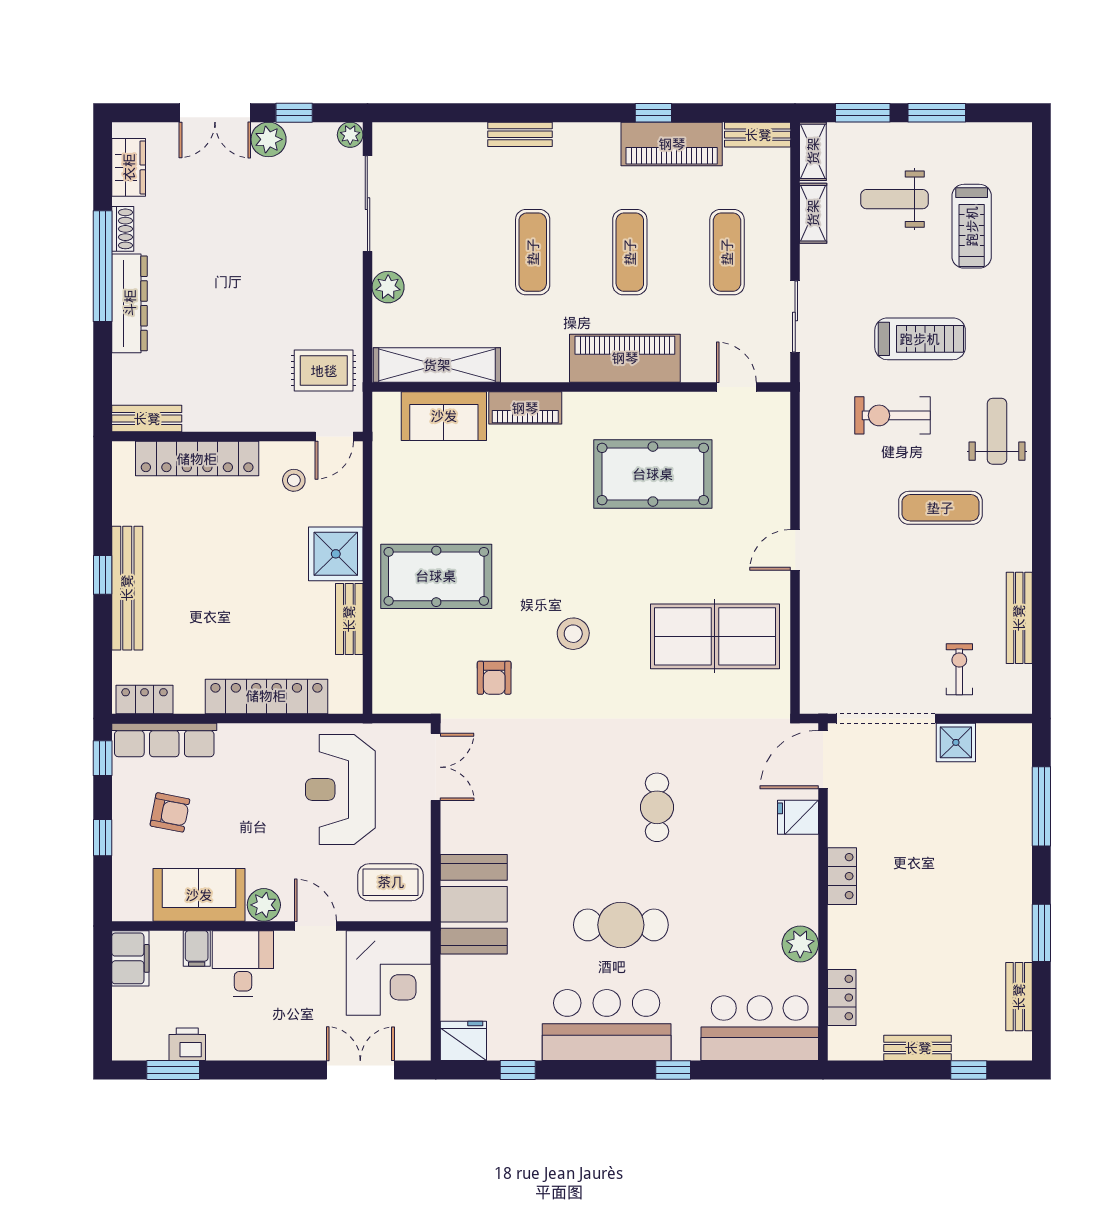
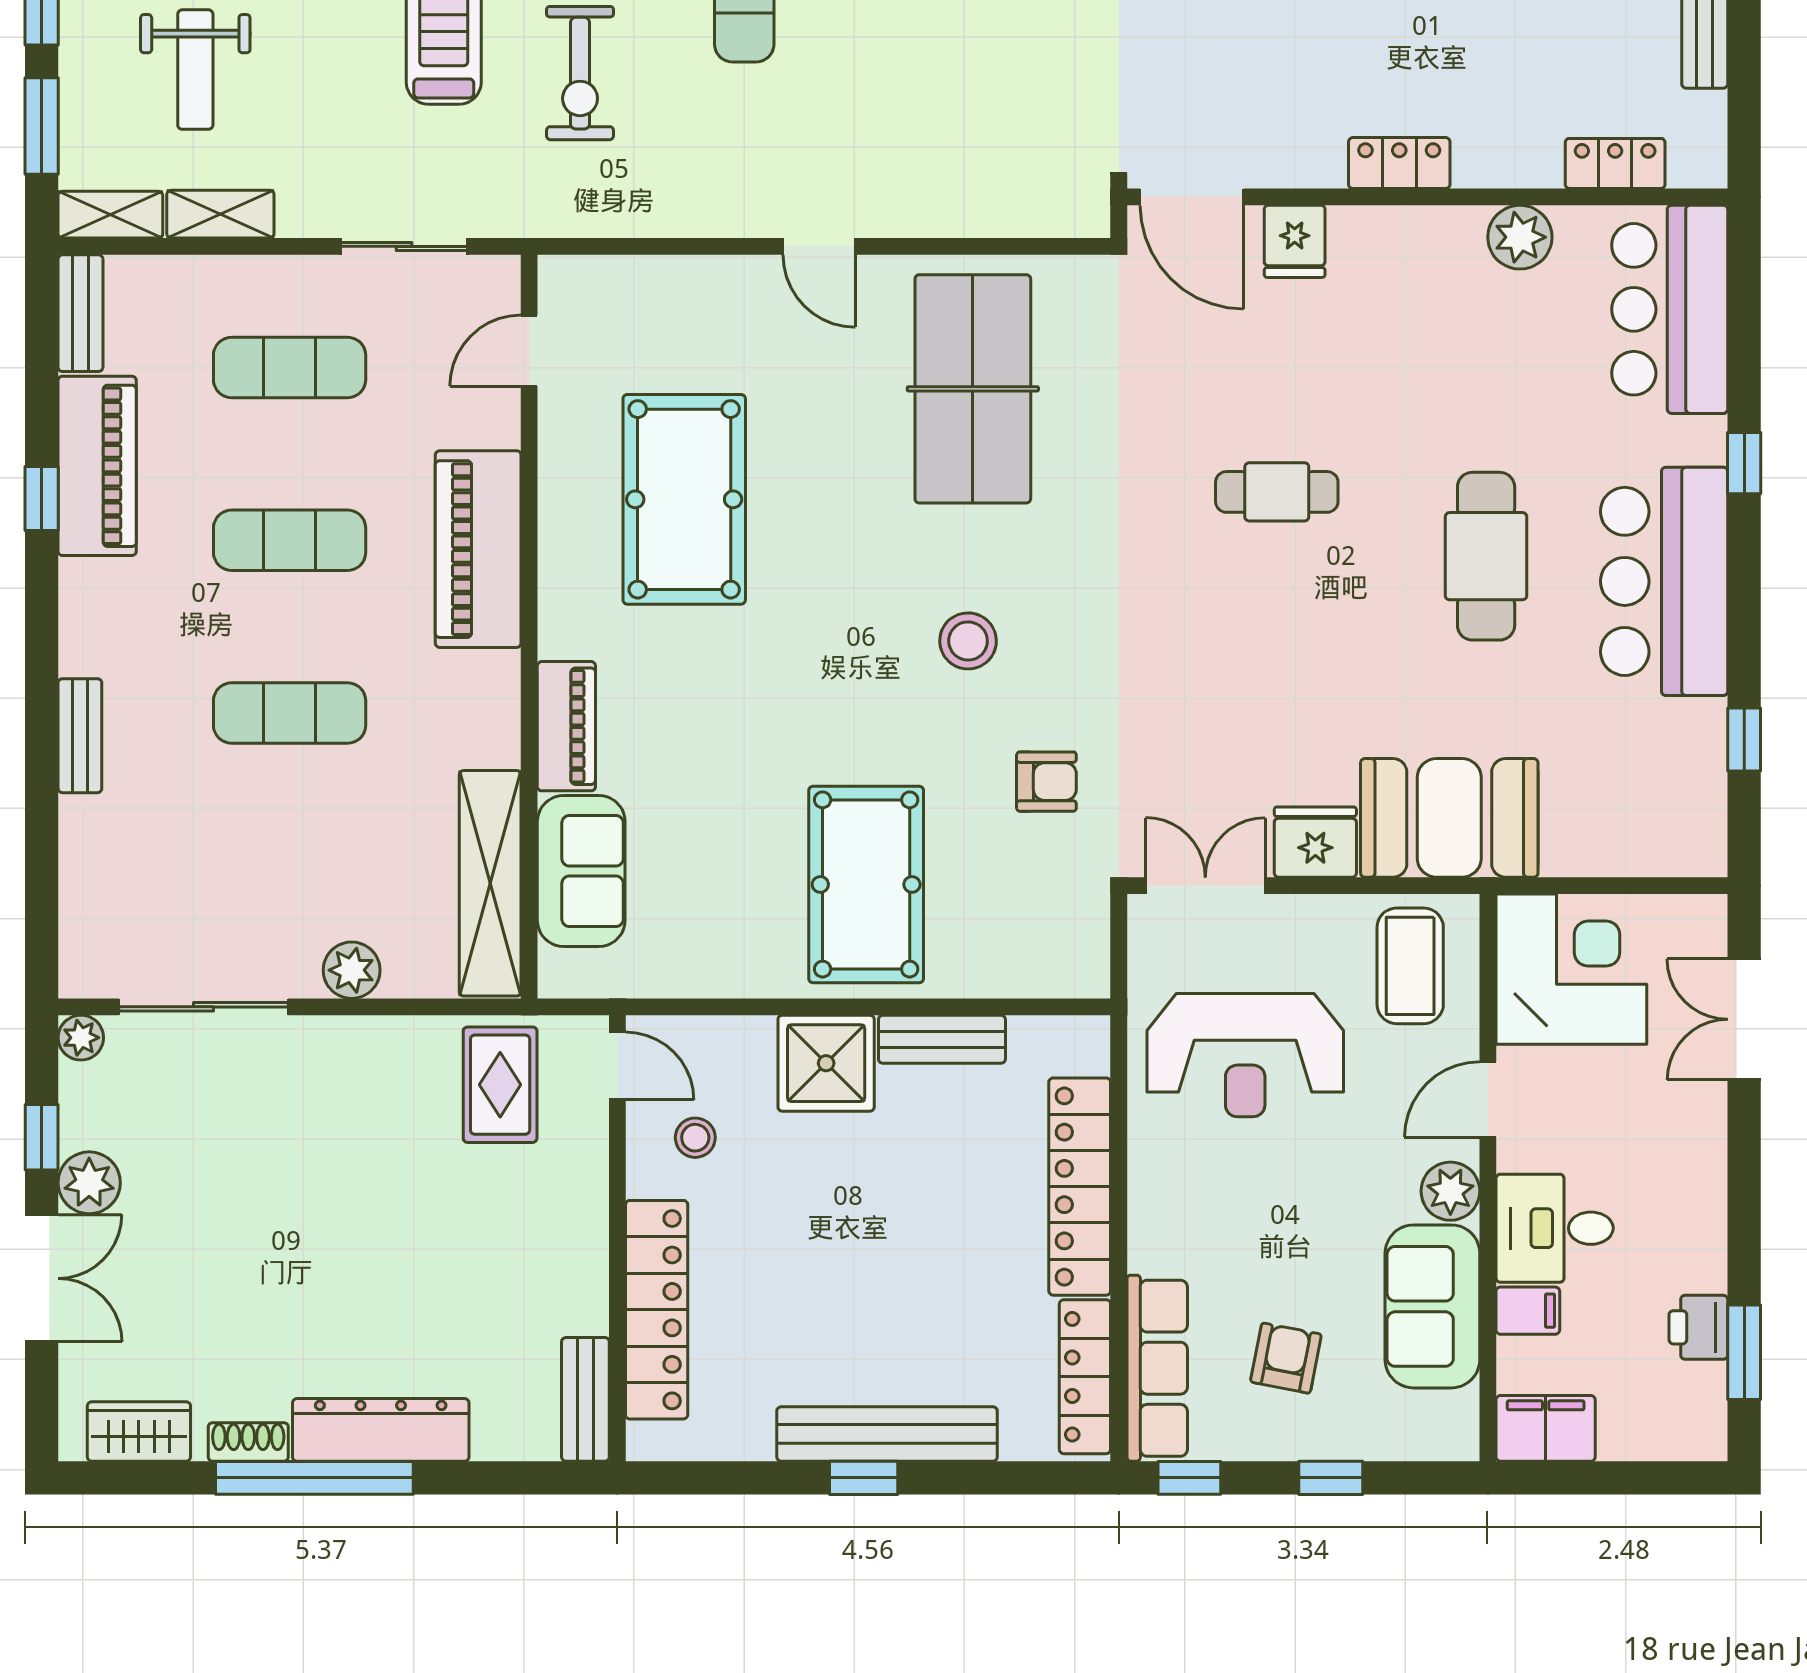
locker: (145, 699) -> (1085, 1377), width x1.53
fridge: (463, 1041) -> (1315, 842), moved, turned 90

